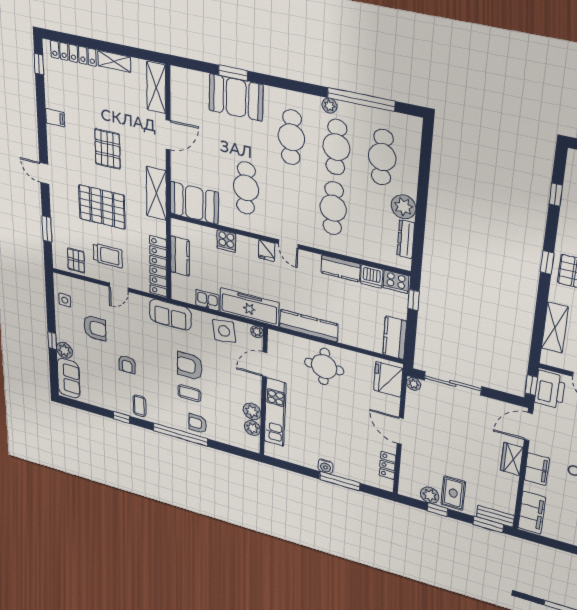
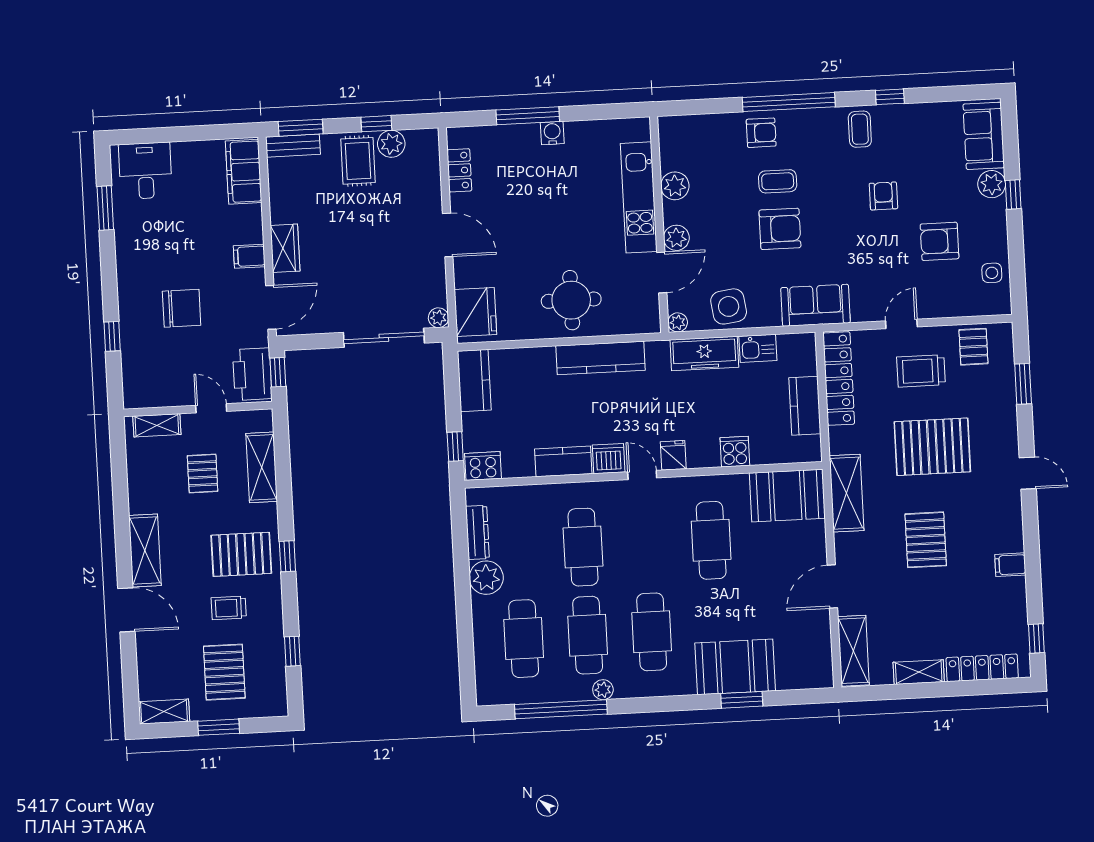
dishwasher: (372, 276) -> (609, 459), moved
freezer: (249, 307) -> (704, 353), width x0.73, depth x0.79
plant: (252, 428) -> (676, 238), moved
filing cabinet: (537, 469) -> (249, 256), width x0.50

